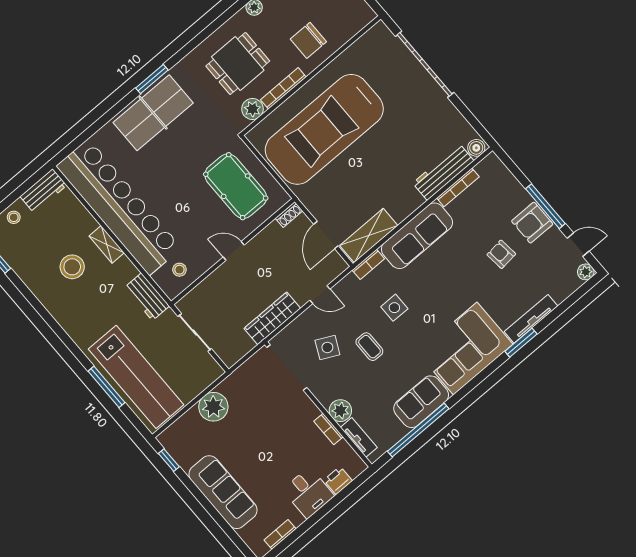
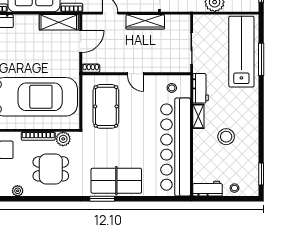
shelving: (107, 244) -> (198, 116), moved

